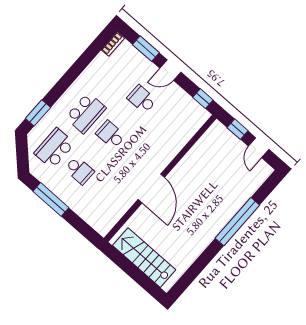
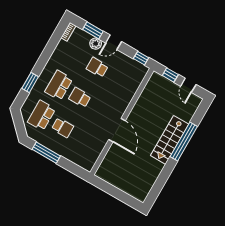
plant: (146, 67) -> (96, 44), added
window: (38, 113) -> (30, 82), moved
school desk: (86, 113) -> (59, 85), turned 180
stairs: (144, 258) -> (170, 140), moved, turned -90

